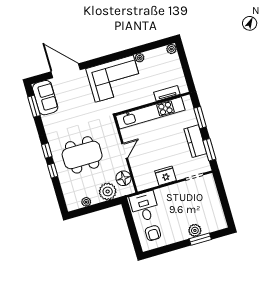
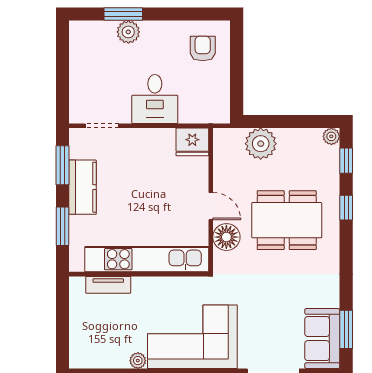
plant: (171, 49) -> (78, 360), removed
window: (47, 151) -> (346, 161), moved
door: (125, 151) -> (211, 206), swing flipped
fridge: (165, 176) -> (192, 142), moved
floor lamp: (123, 178) -> (226, 237), moved
plant: (86, 202) -> (331, 136), moved
desk: (144, 206) -> (155, 99), moved

